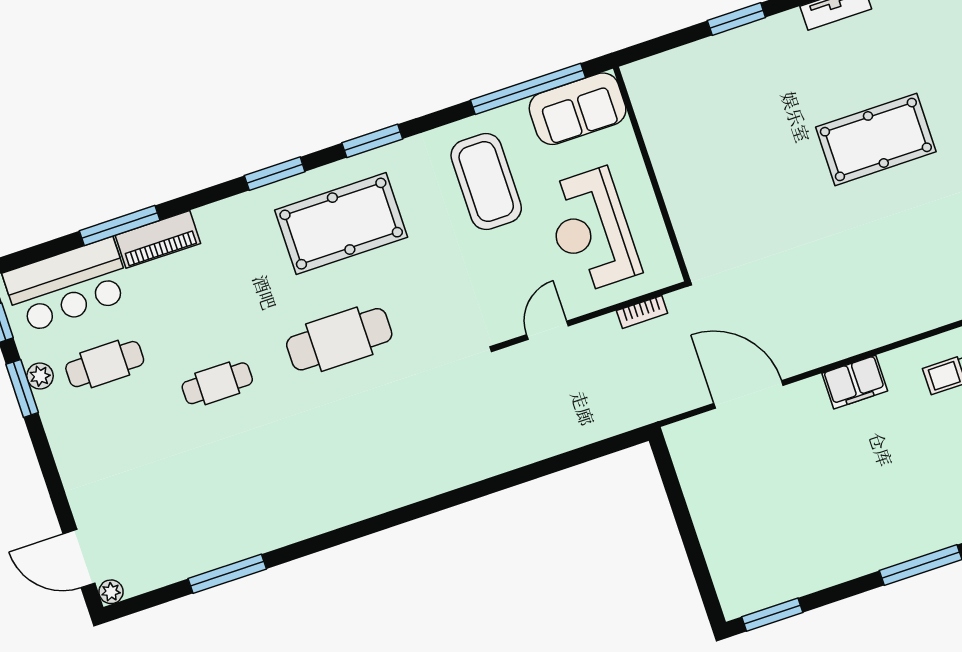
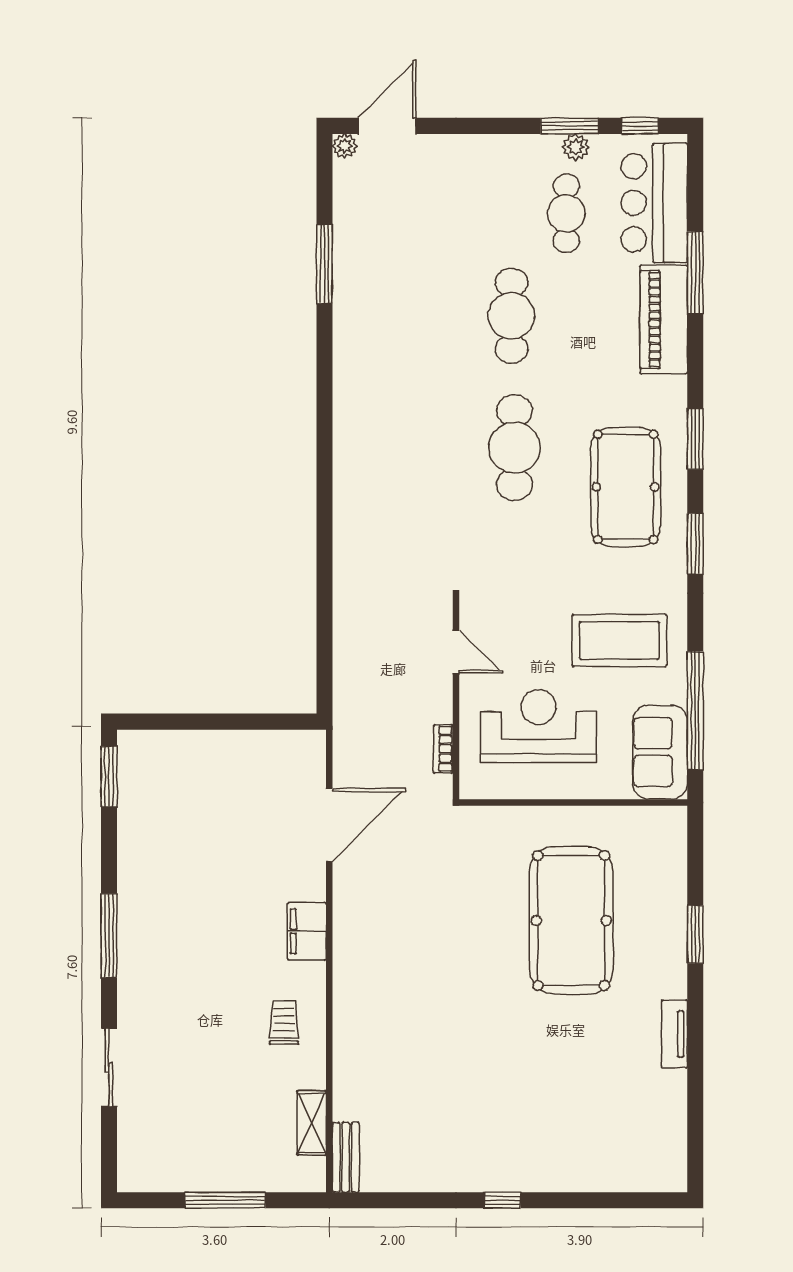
pool table: (876, 139) -> (571, 921), moved, width x1.36, depth x1.32
piano: (158, 239) -> (664, 320), width x1.37, depth x1.33
cafe table: (217, 383) -> (511, 316), width x1.37, depth x1.35

